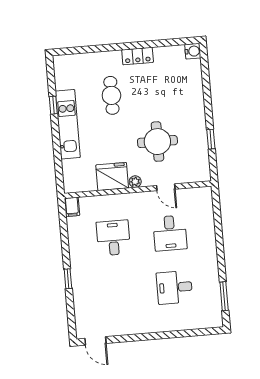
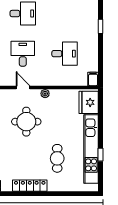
locker: (138, 56) -> (30, 186), width x1.53
kitchen unit: (68, 124) -> (91, 149), width x1.36
fridge: (112, 176) -> (89, 102), moved, turned 90
desk: (113, 238) -> (65, 54), turned -90

